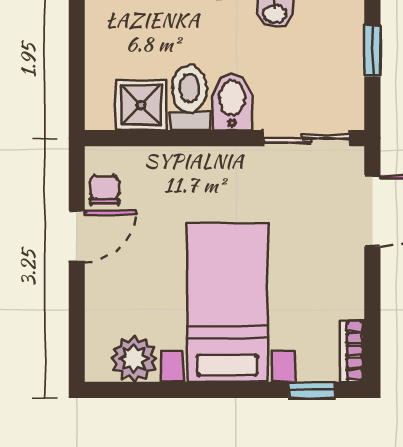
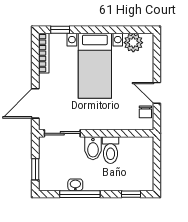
shower: (141, 105) -> (130, 147), removed
door: (77, 236) -> (157, 93), hinge flipped
bookcase: (352, 351) -> (44, 53), width x1.56

